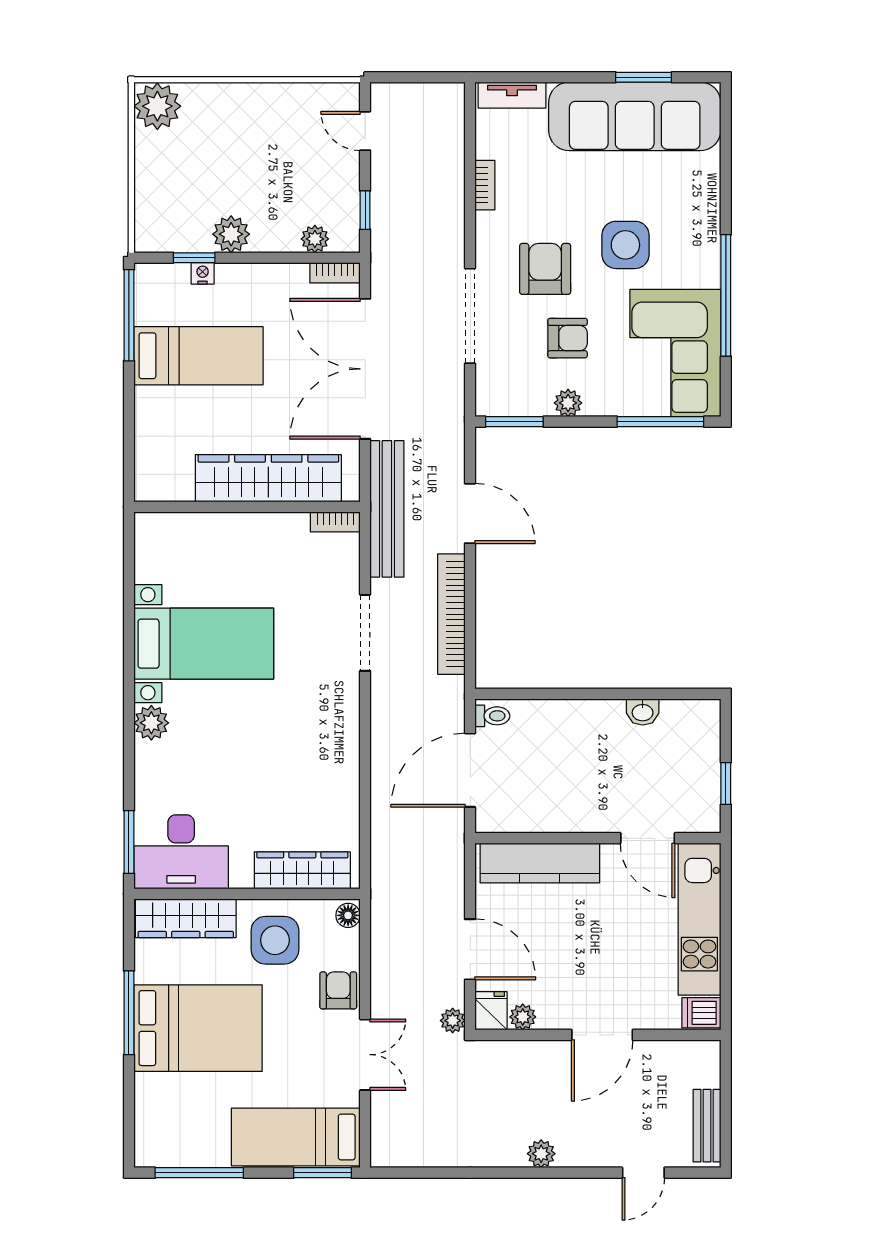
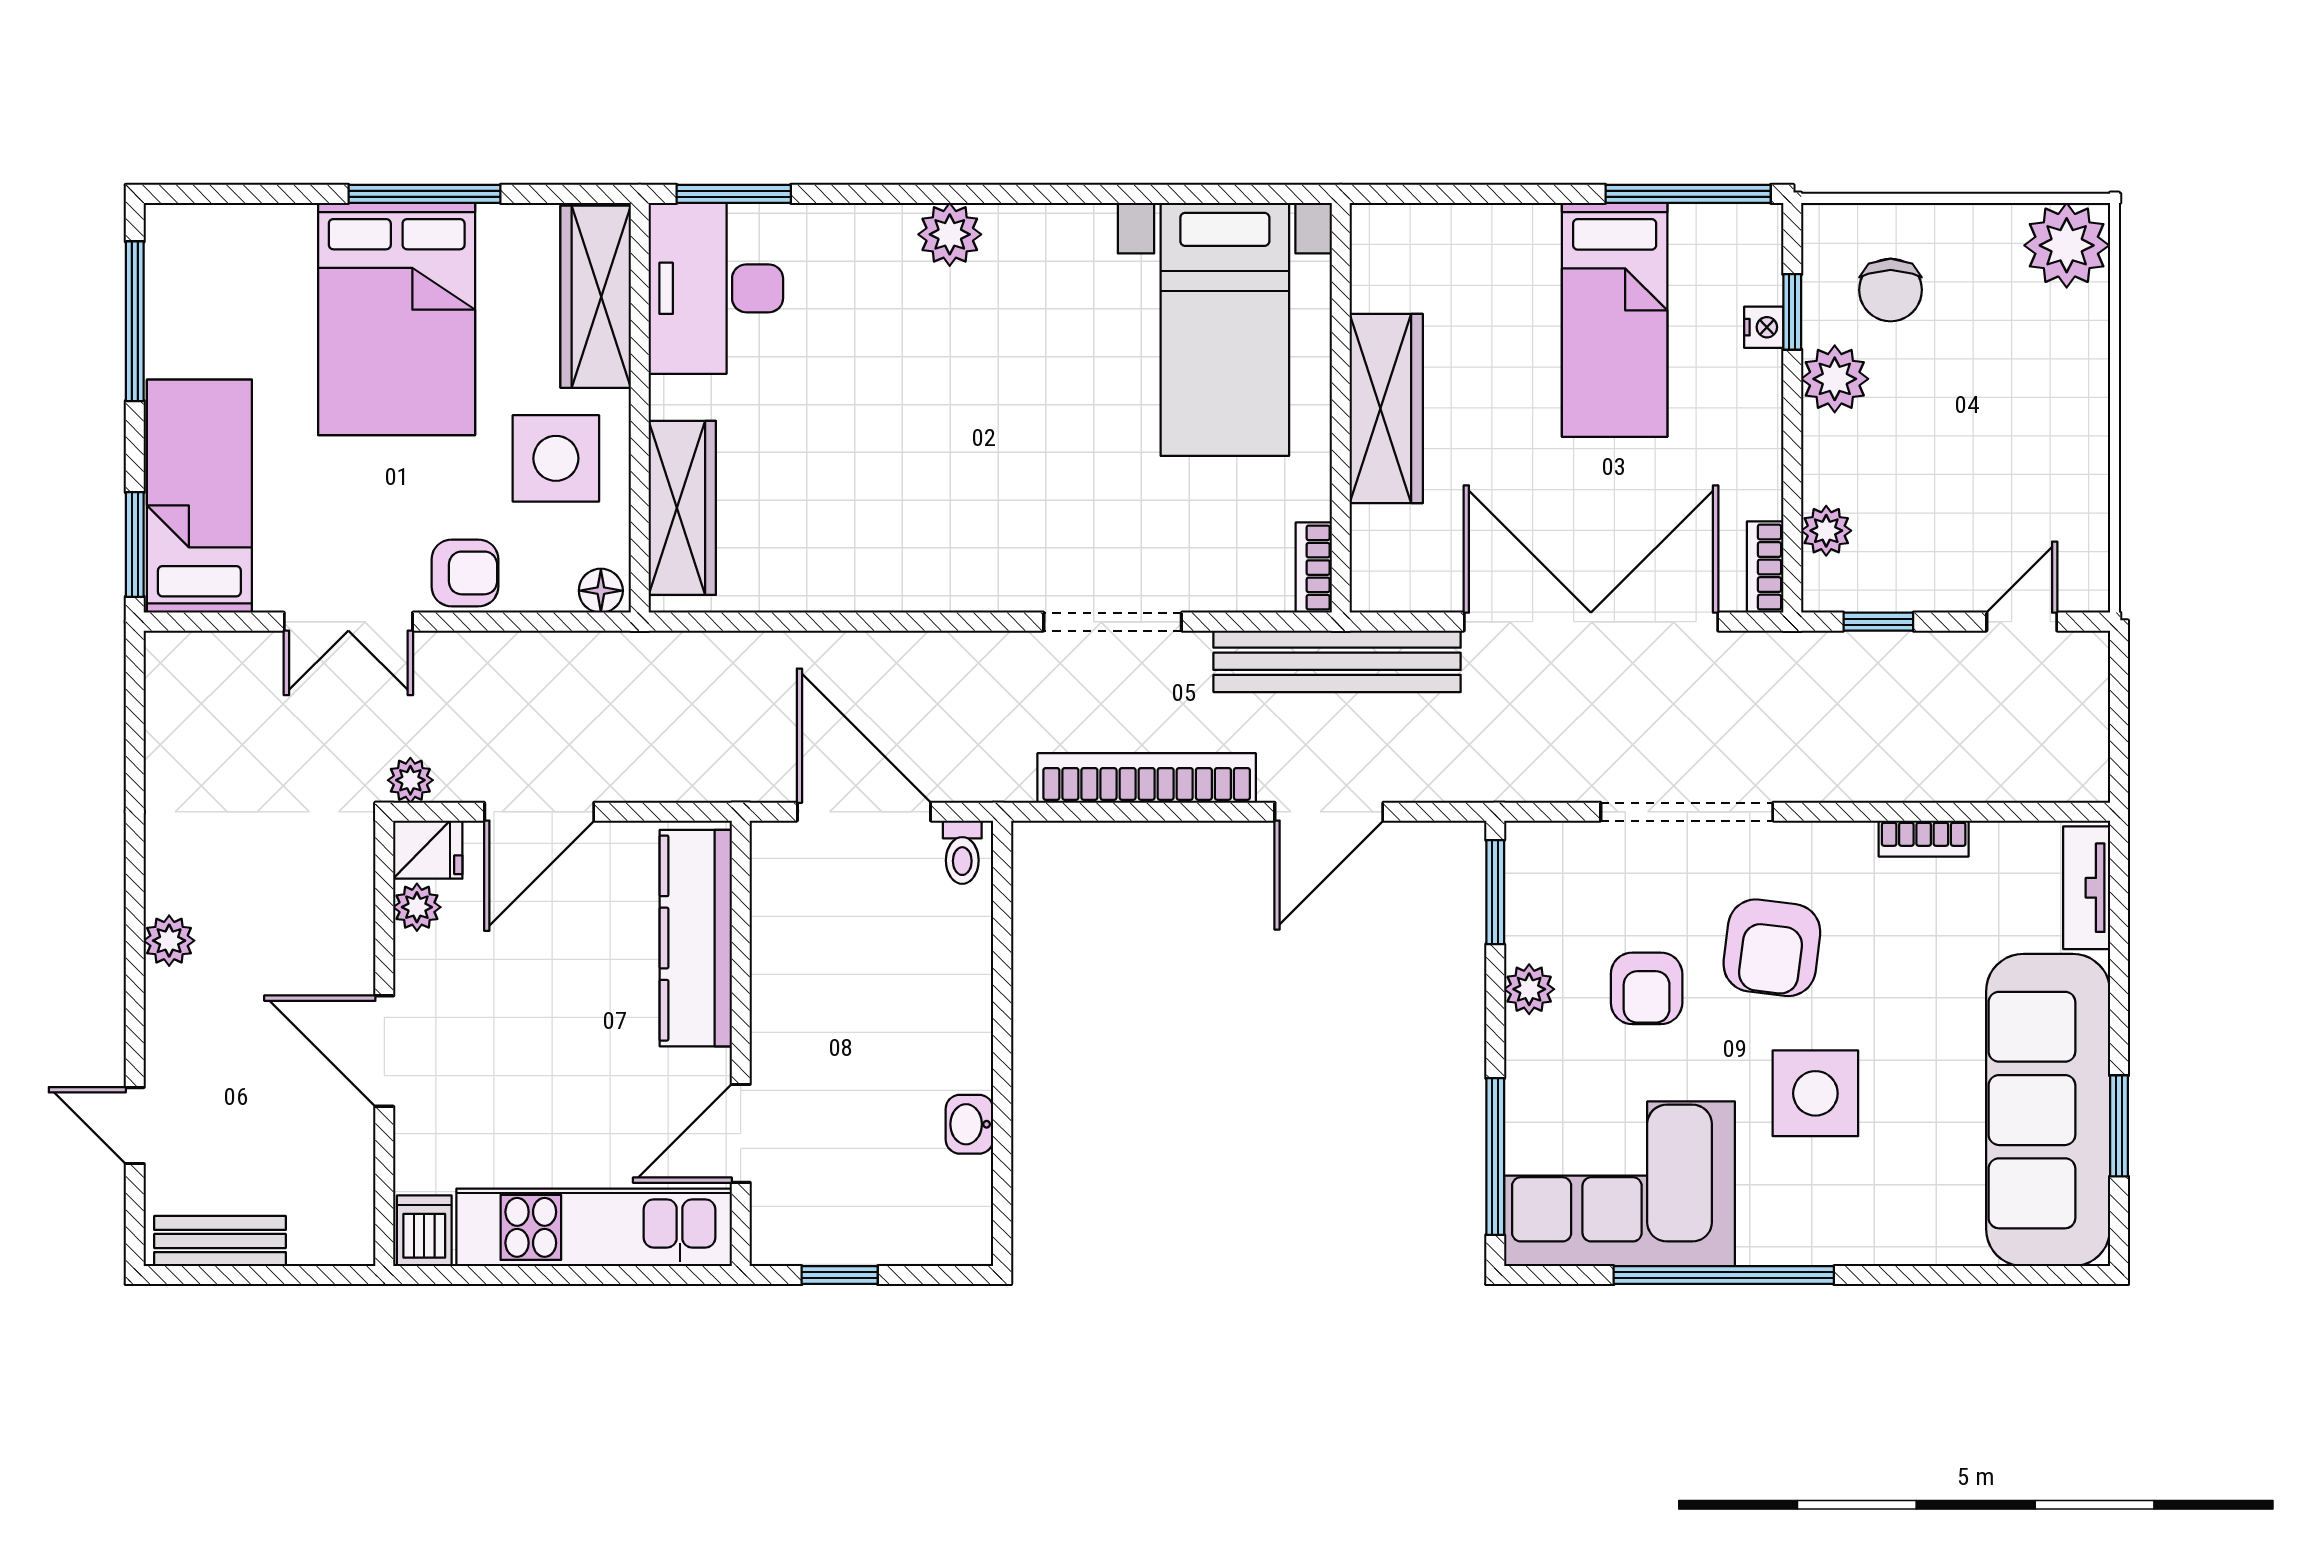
chair: (182, 203) -> (1891, 290), added
armchair: (545, 269) -> (1772, 948), turned 97
wardrobe: (268, 478) -> (1386, 409), width x0.71, depth x0.85
bed with nightstands: (204, 644) -> (1225, 329), moved

